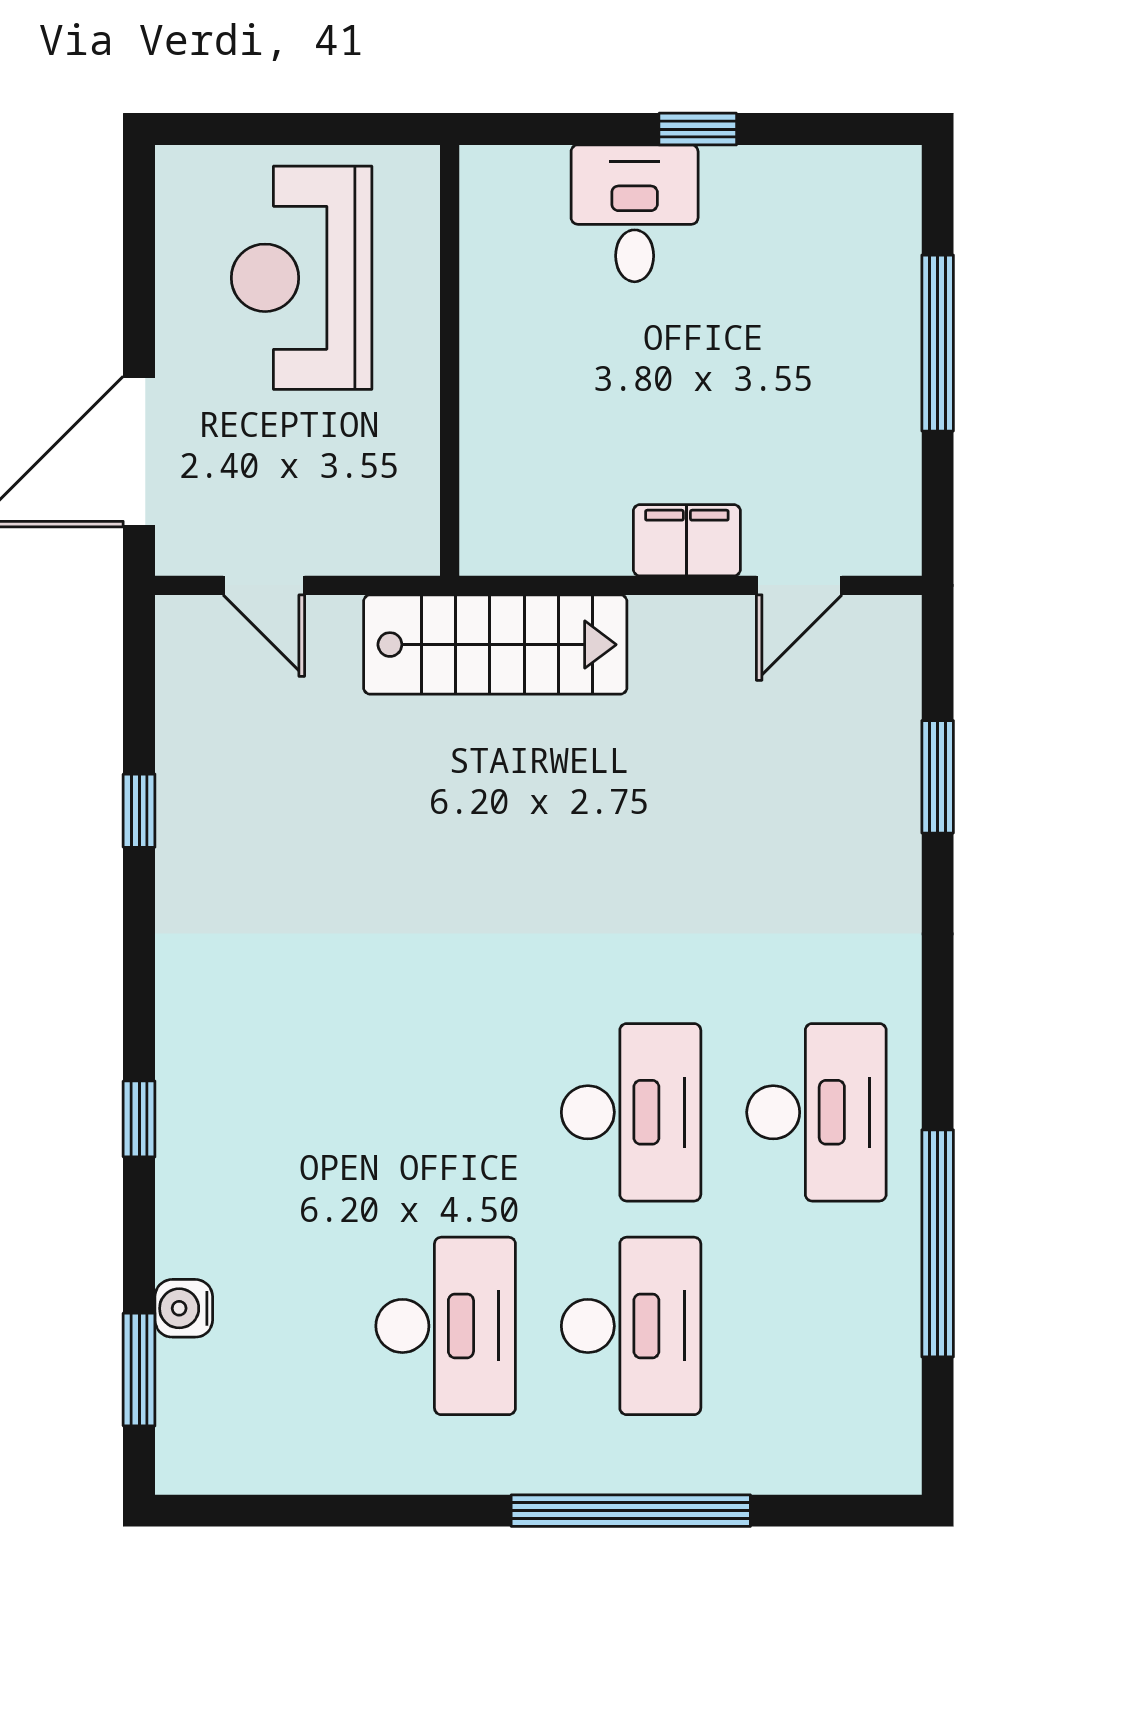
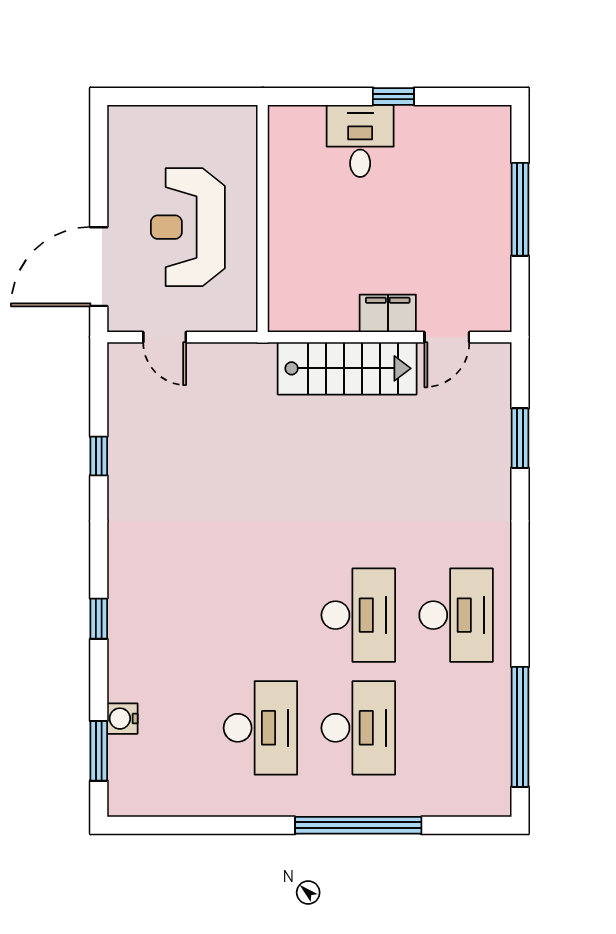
reception desk: (302, 278) -> (188, 227), moved
stairs: (495, 645) -> (347, 368), moved
window: (938, 1243) -> (520, 727), moved

